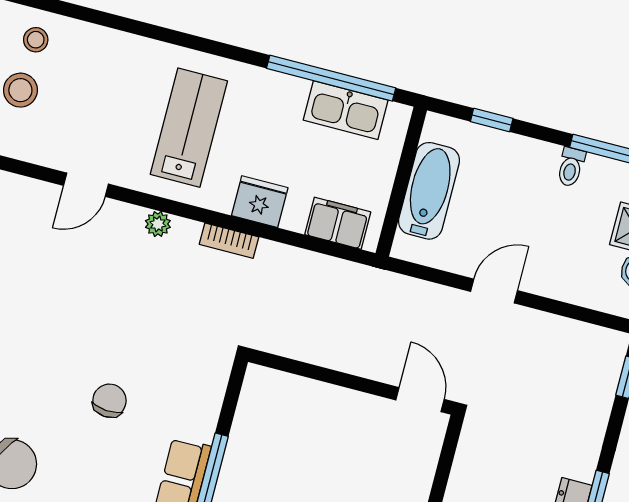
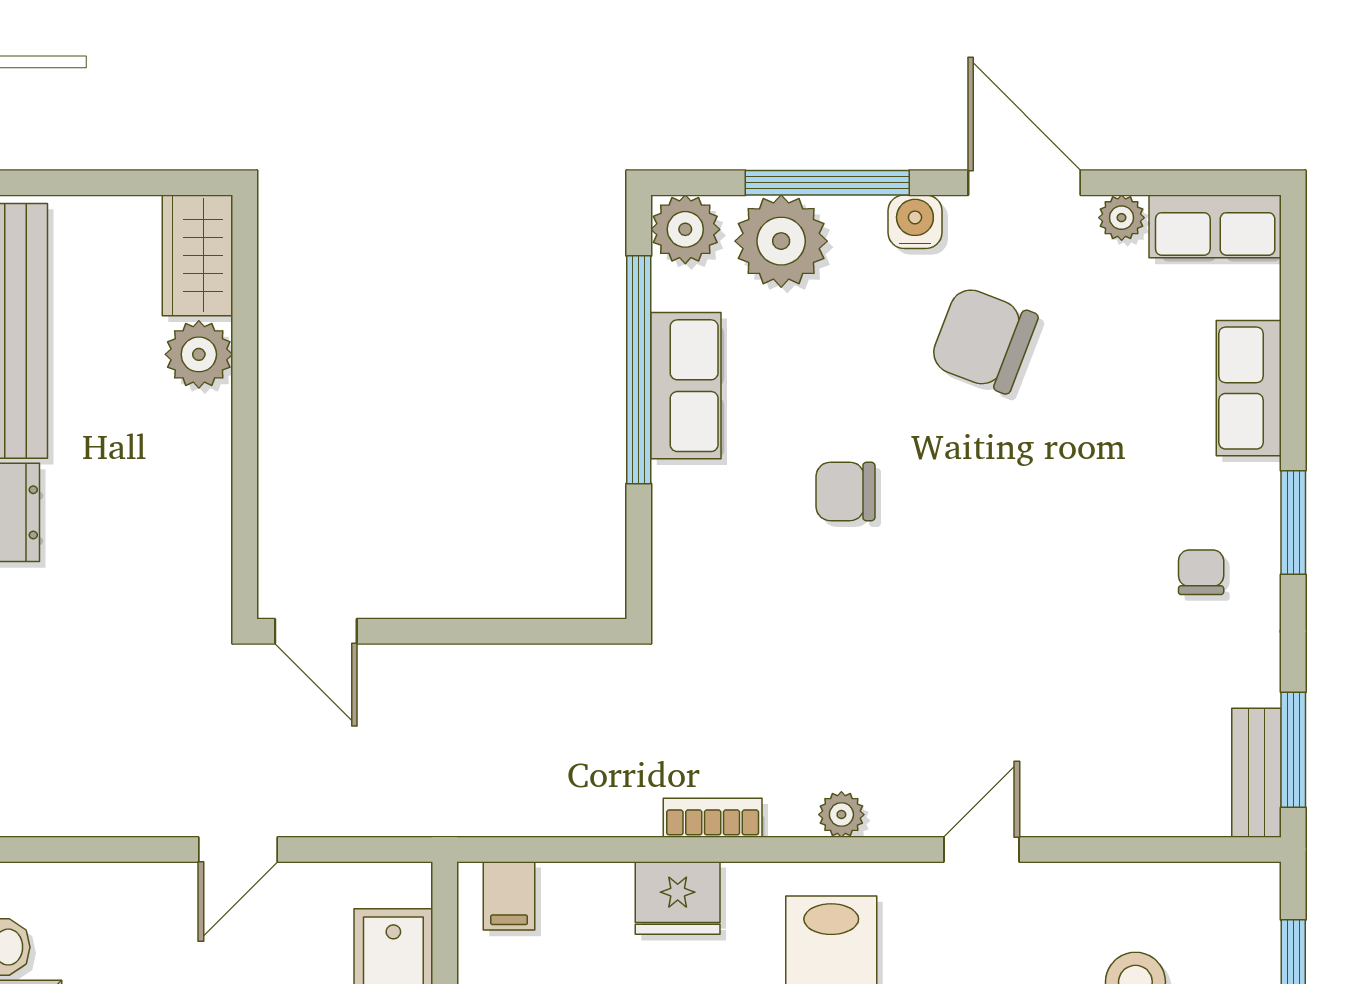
filing cabinet: (338, 223) -> (509, 896), width x0.50
chair: (109, 401) -> (845, 491), turned 86

